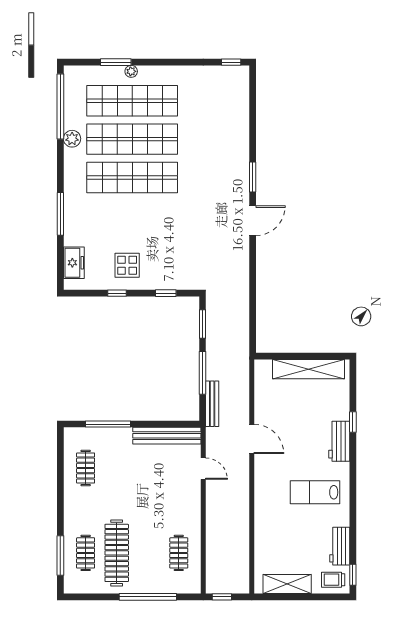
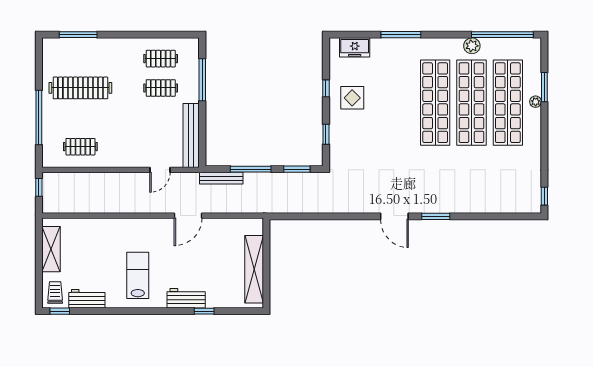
clothes rail: (86, 553) -> (161, 88), moved

